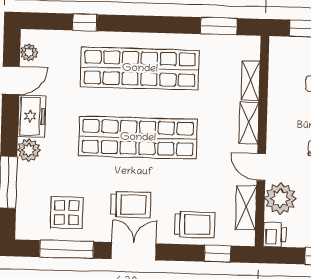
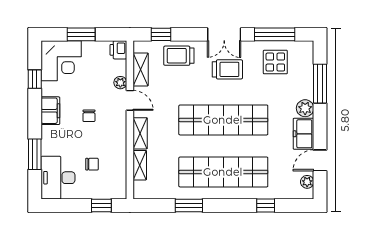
window: (219, 26) -> (189, 206), moved
plant: (280, 199) -> (120, 83), width x0.53, depth x0.53
trolley: (131, 205) -> (227, 69), turned 180

